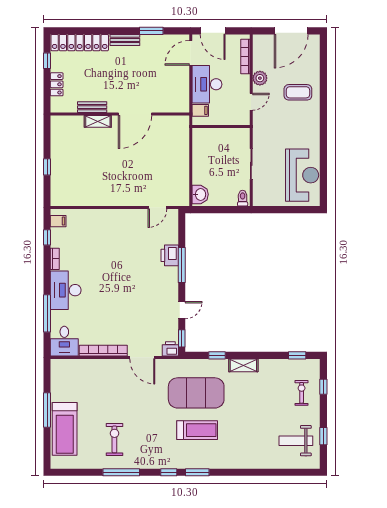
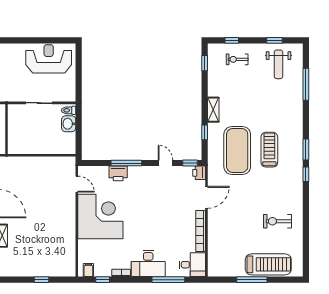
washbasin: (200, 194) -> (69, 124), moved, turned -90
corner desk: (120, 235) -> (100, 217), added
window: (121, 472) -> (306, 84), moved

